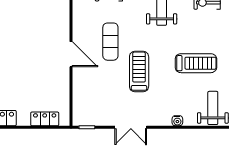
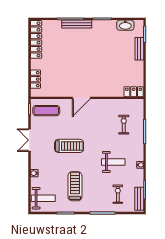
exercise mat: (110, 42) -> (46, 111), moved
treadmill: (196, 63) -> (75, 186), turned 180

